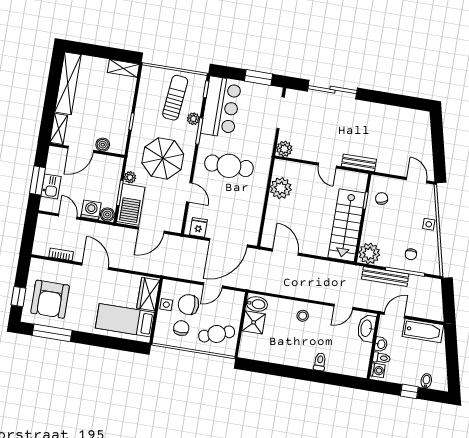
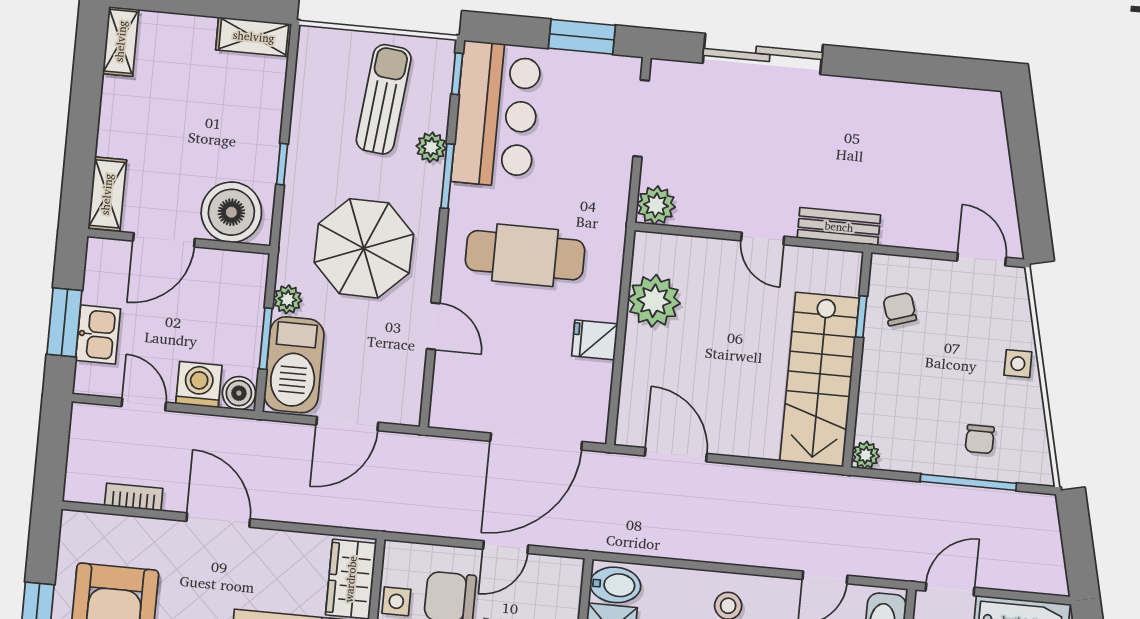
shelving: (68, 83) -> (121, 41), width x0.45, depth x0.75
boiler: (103, 145) -> (231, 212), width x1.86, depth x1.86
fridge: (198, 227) -> (595, 340), moved, turned -90
plant: (369, 254) -> (866, 455), width x0.53, depth x0.53
bench: (385, 276) -> (921, 497), removed

